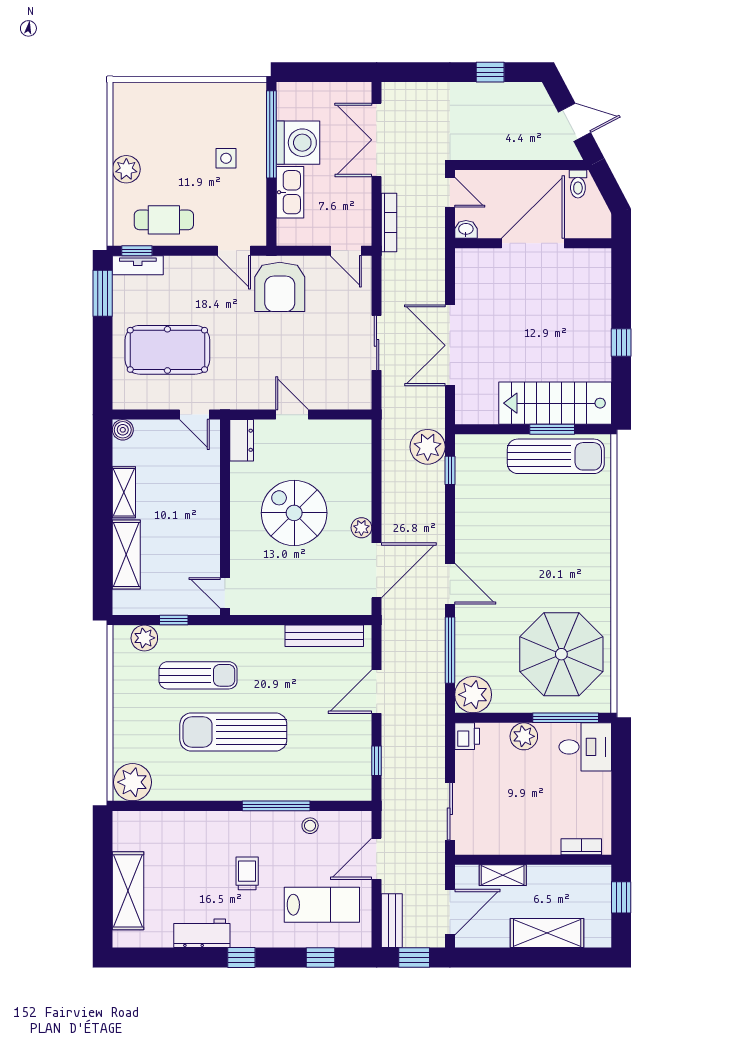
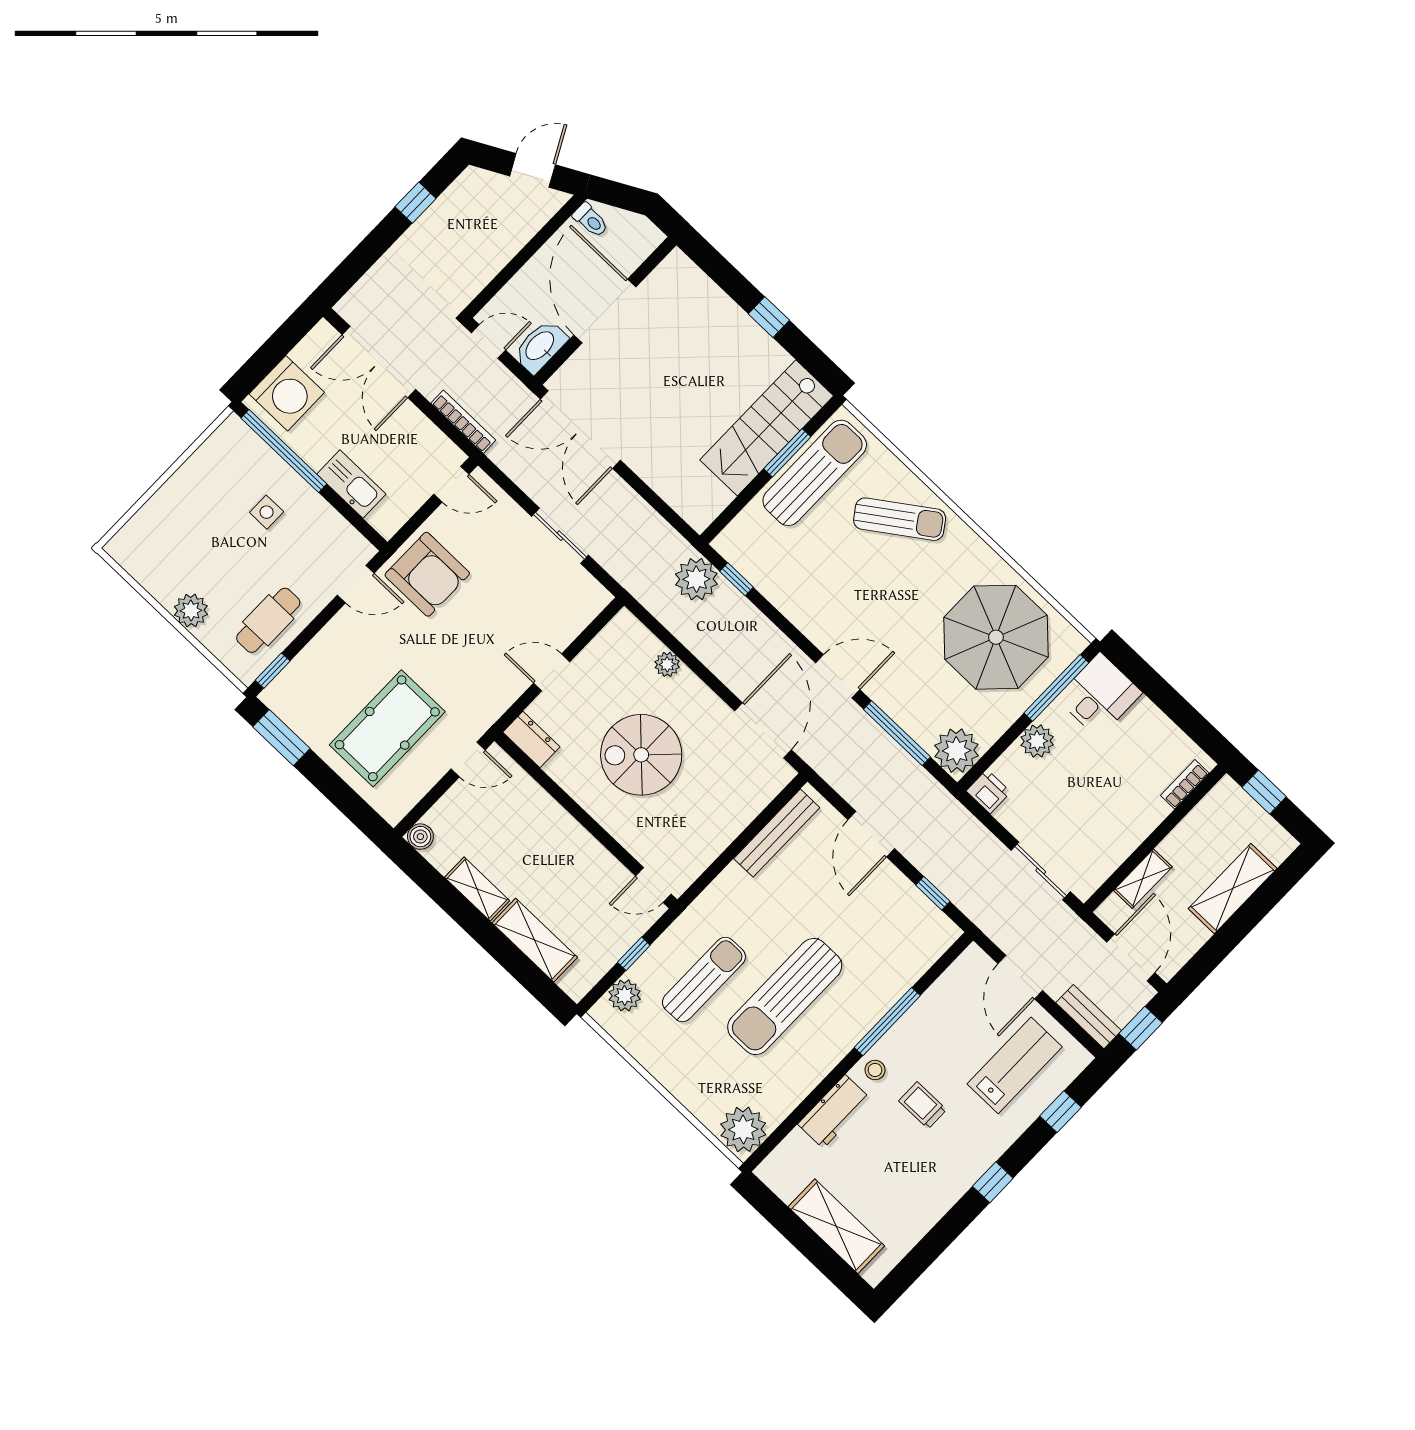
washing machine: (298, 143) -> (287, 393), moved, turned 90
washbasin: (466, 229) -> (540, 346), width x1.91, depth x1.45
tv unit: (138, 265) -> (286, 682), removed
double door: (450, 345) -> (580, 430), moved
plant: (361, 528) -> (667, 664), moved
sun lounger: (576, 532) -> (900, 519), added
stool: (310, 826) -> (875, 1070), moved
workbench: (202, 933) -> (834, 1111), moved, turned 180

